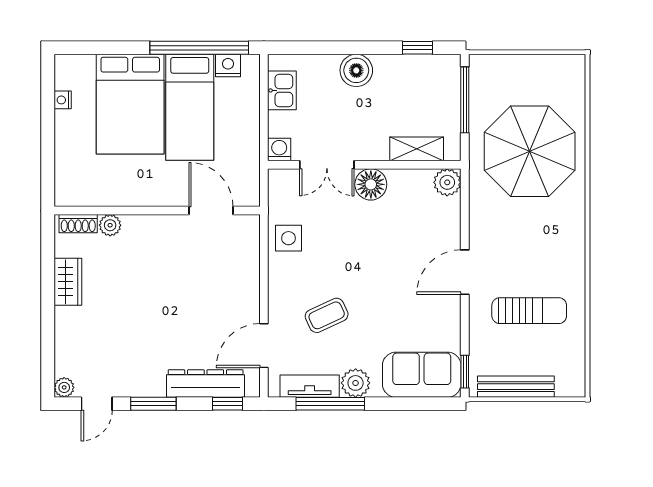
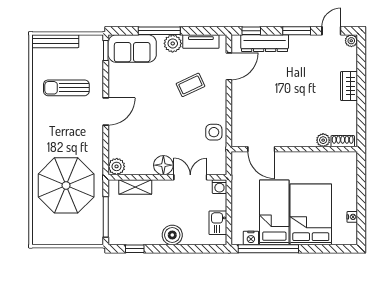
wardrobe: (68, 282) -> (349, 86), moved
bench: (516, 387) -> (55, 41), moved
window: (330, 404) -> (159, 31), moved

